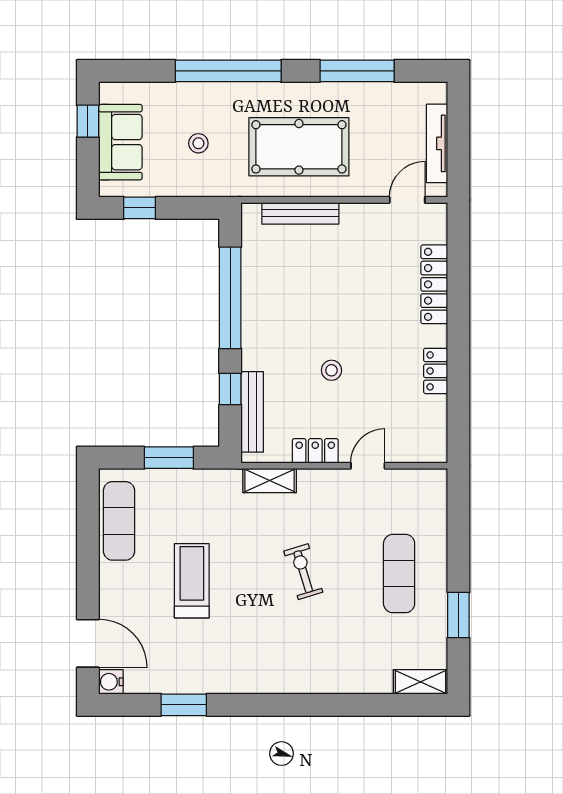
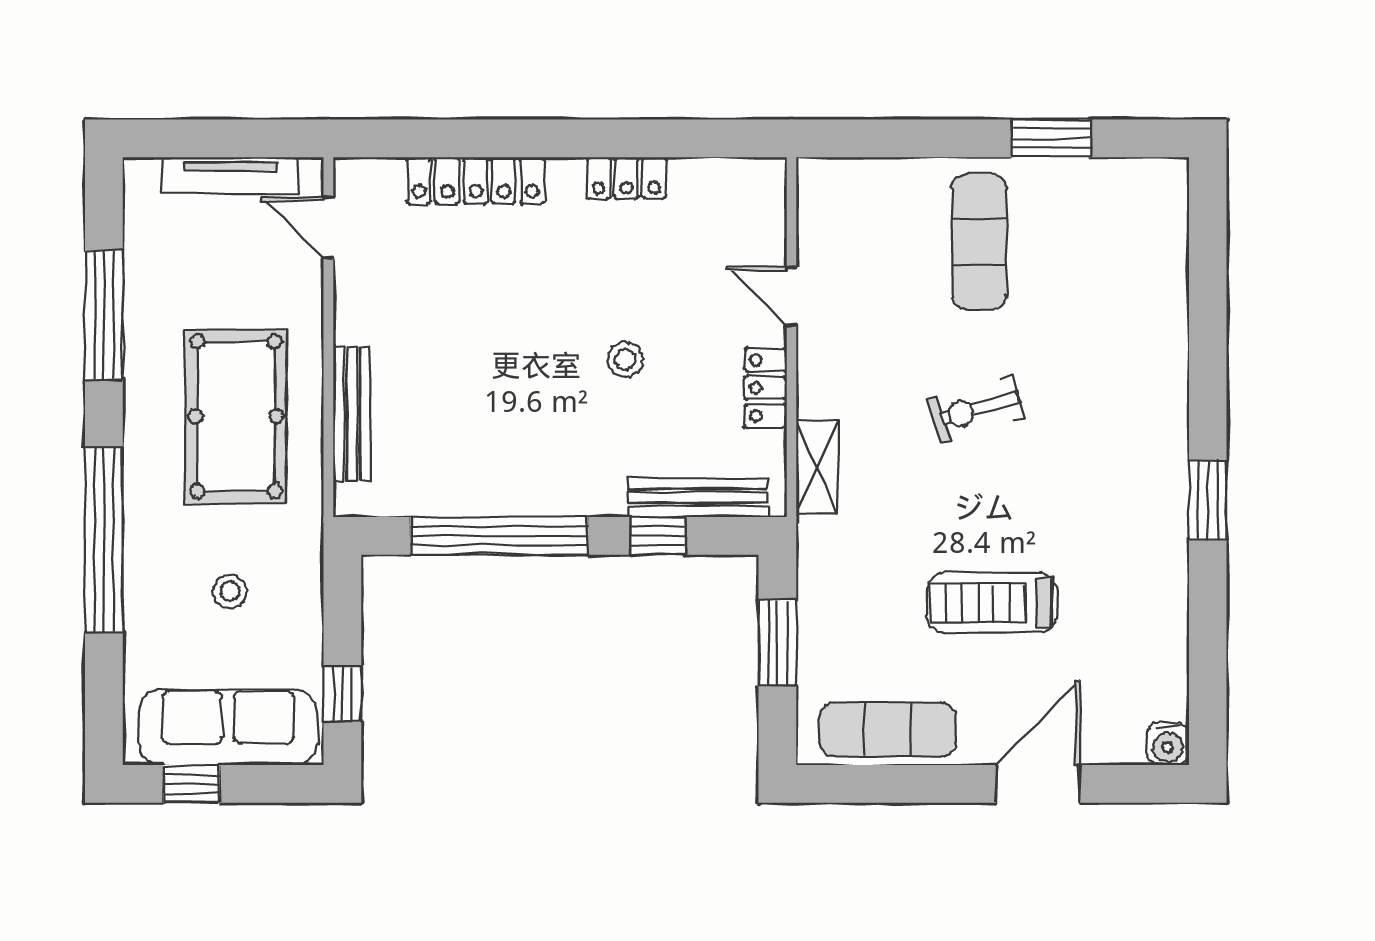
sofa: (120, 142) -> (228, 727), width x1.36
exercise mat: (399, 574) -> (979, 242), turned 90
door: (88, 643) -> (1038, 784), moved
shelving: (421, 682) -> (1168, 204), removed
window: (184, 705) -> (1208, 500), moved

